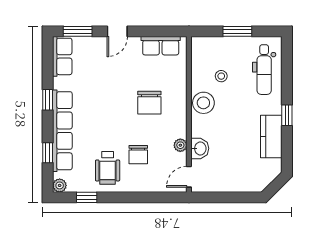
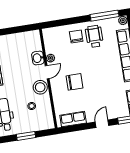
chair: (149, 103) -> (74, 82), turned 90
chair: (138, 155) -> (76, 37), moved
door: (189, 177) -> (47, 72), moved
window: (87, 197) -> (105, 16), width x2.17

